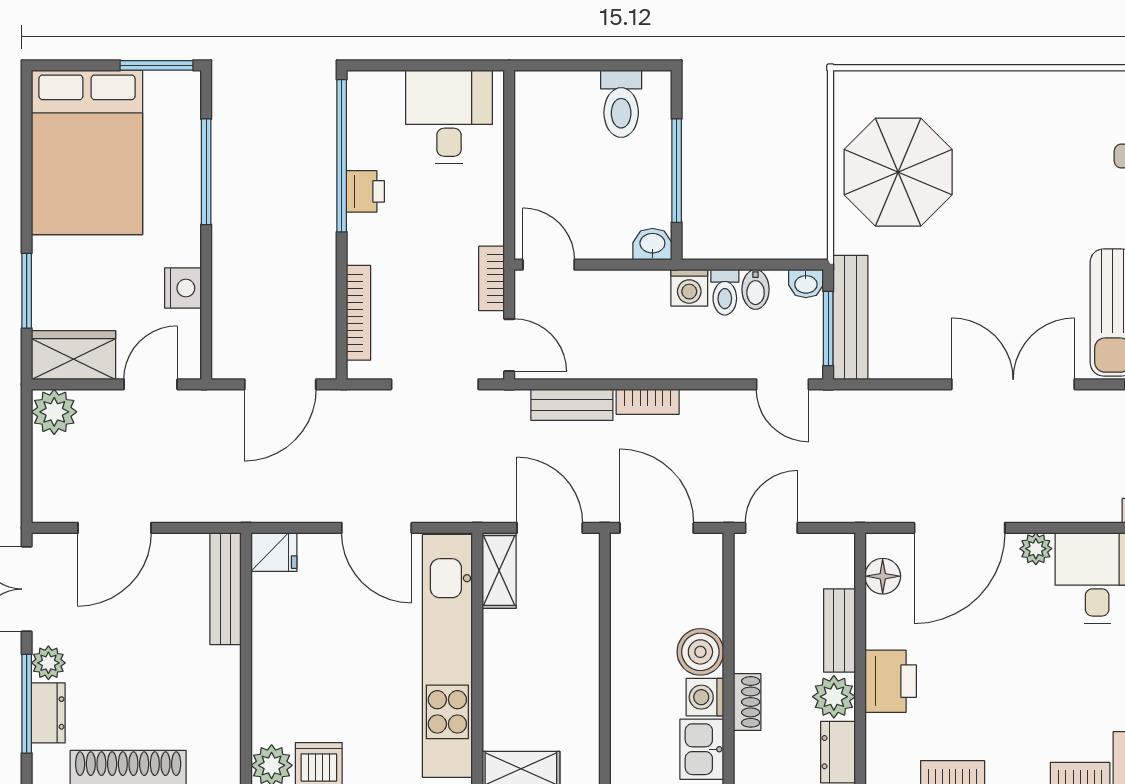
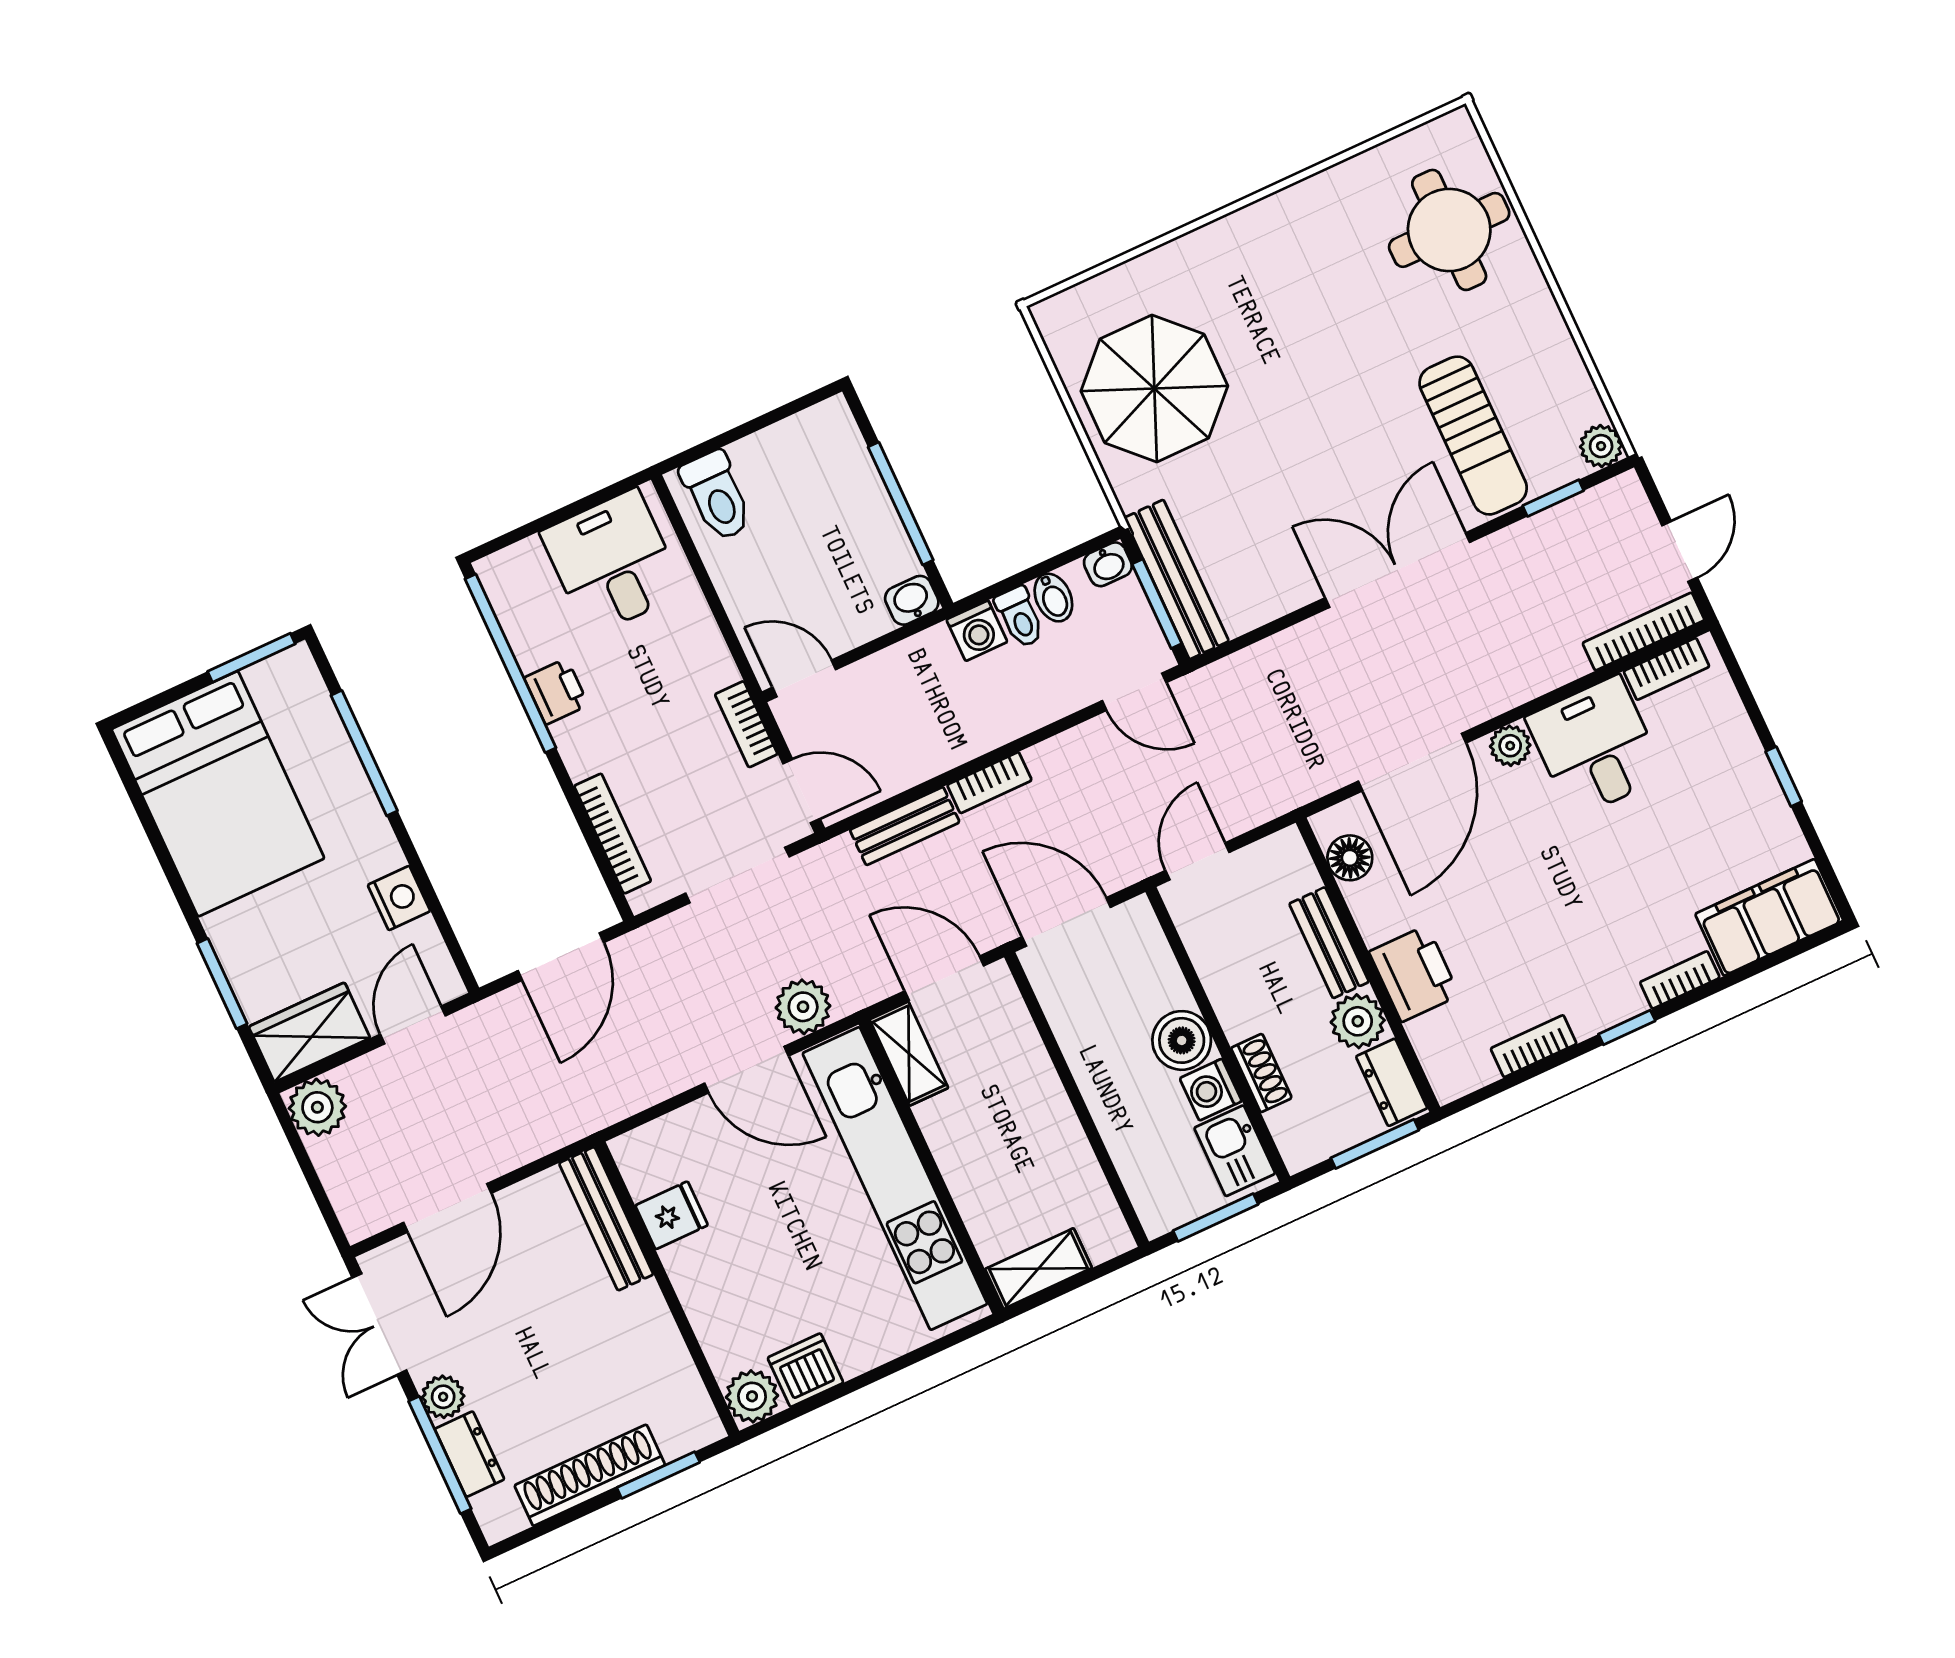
toilet: (621, 104) -> (717, 496), moved
plant: (438, 501) -> (803, 1007), added
fridge: (274, 552) -> (672, 1215), moved

